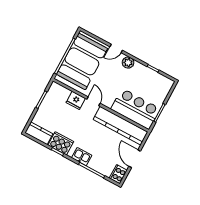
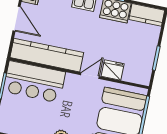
door: (93, 101) -> (90, 76), swing flipped

